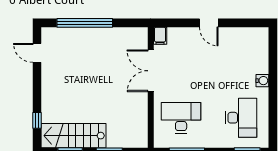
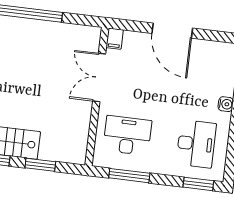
door: (209, 23) -> (172, 31), width x1.88

